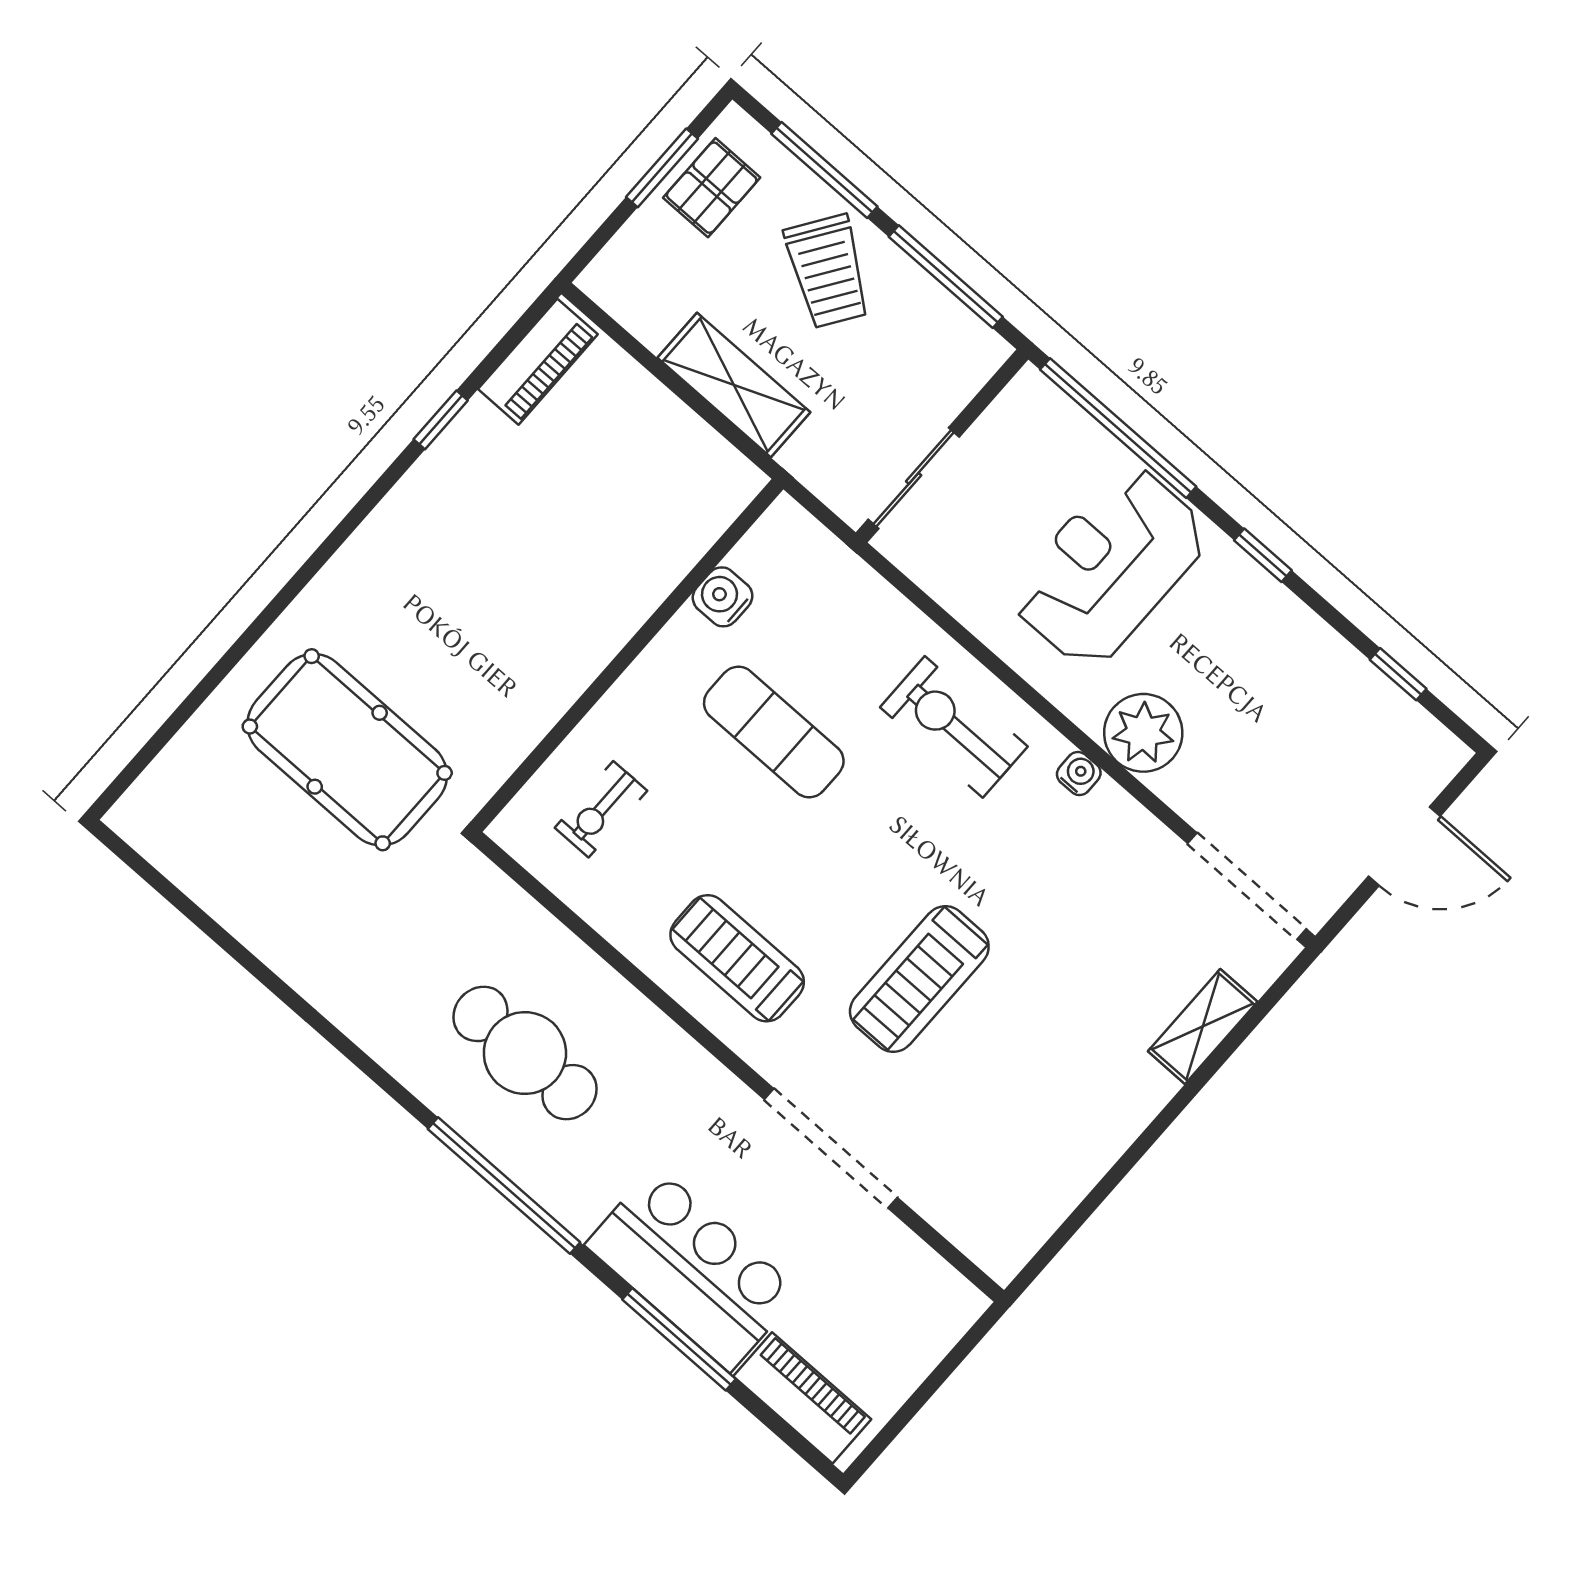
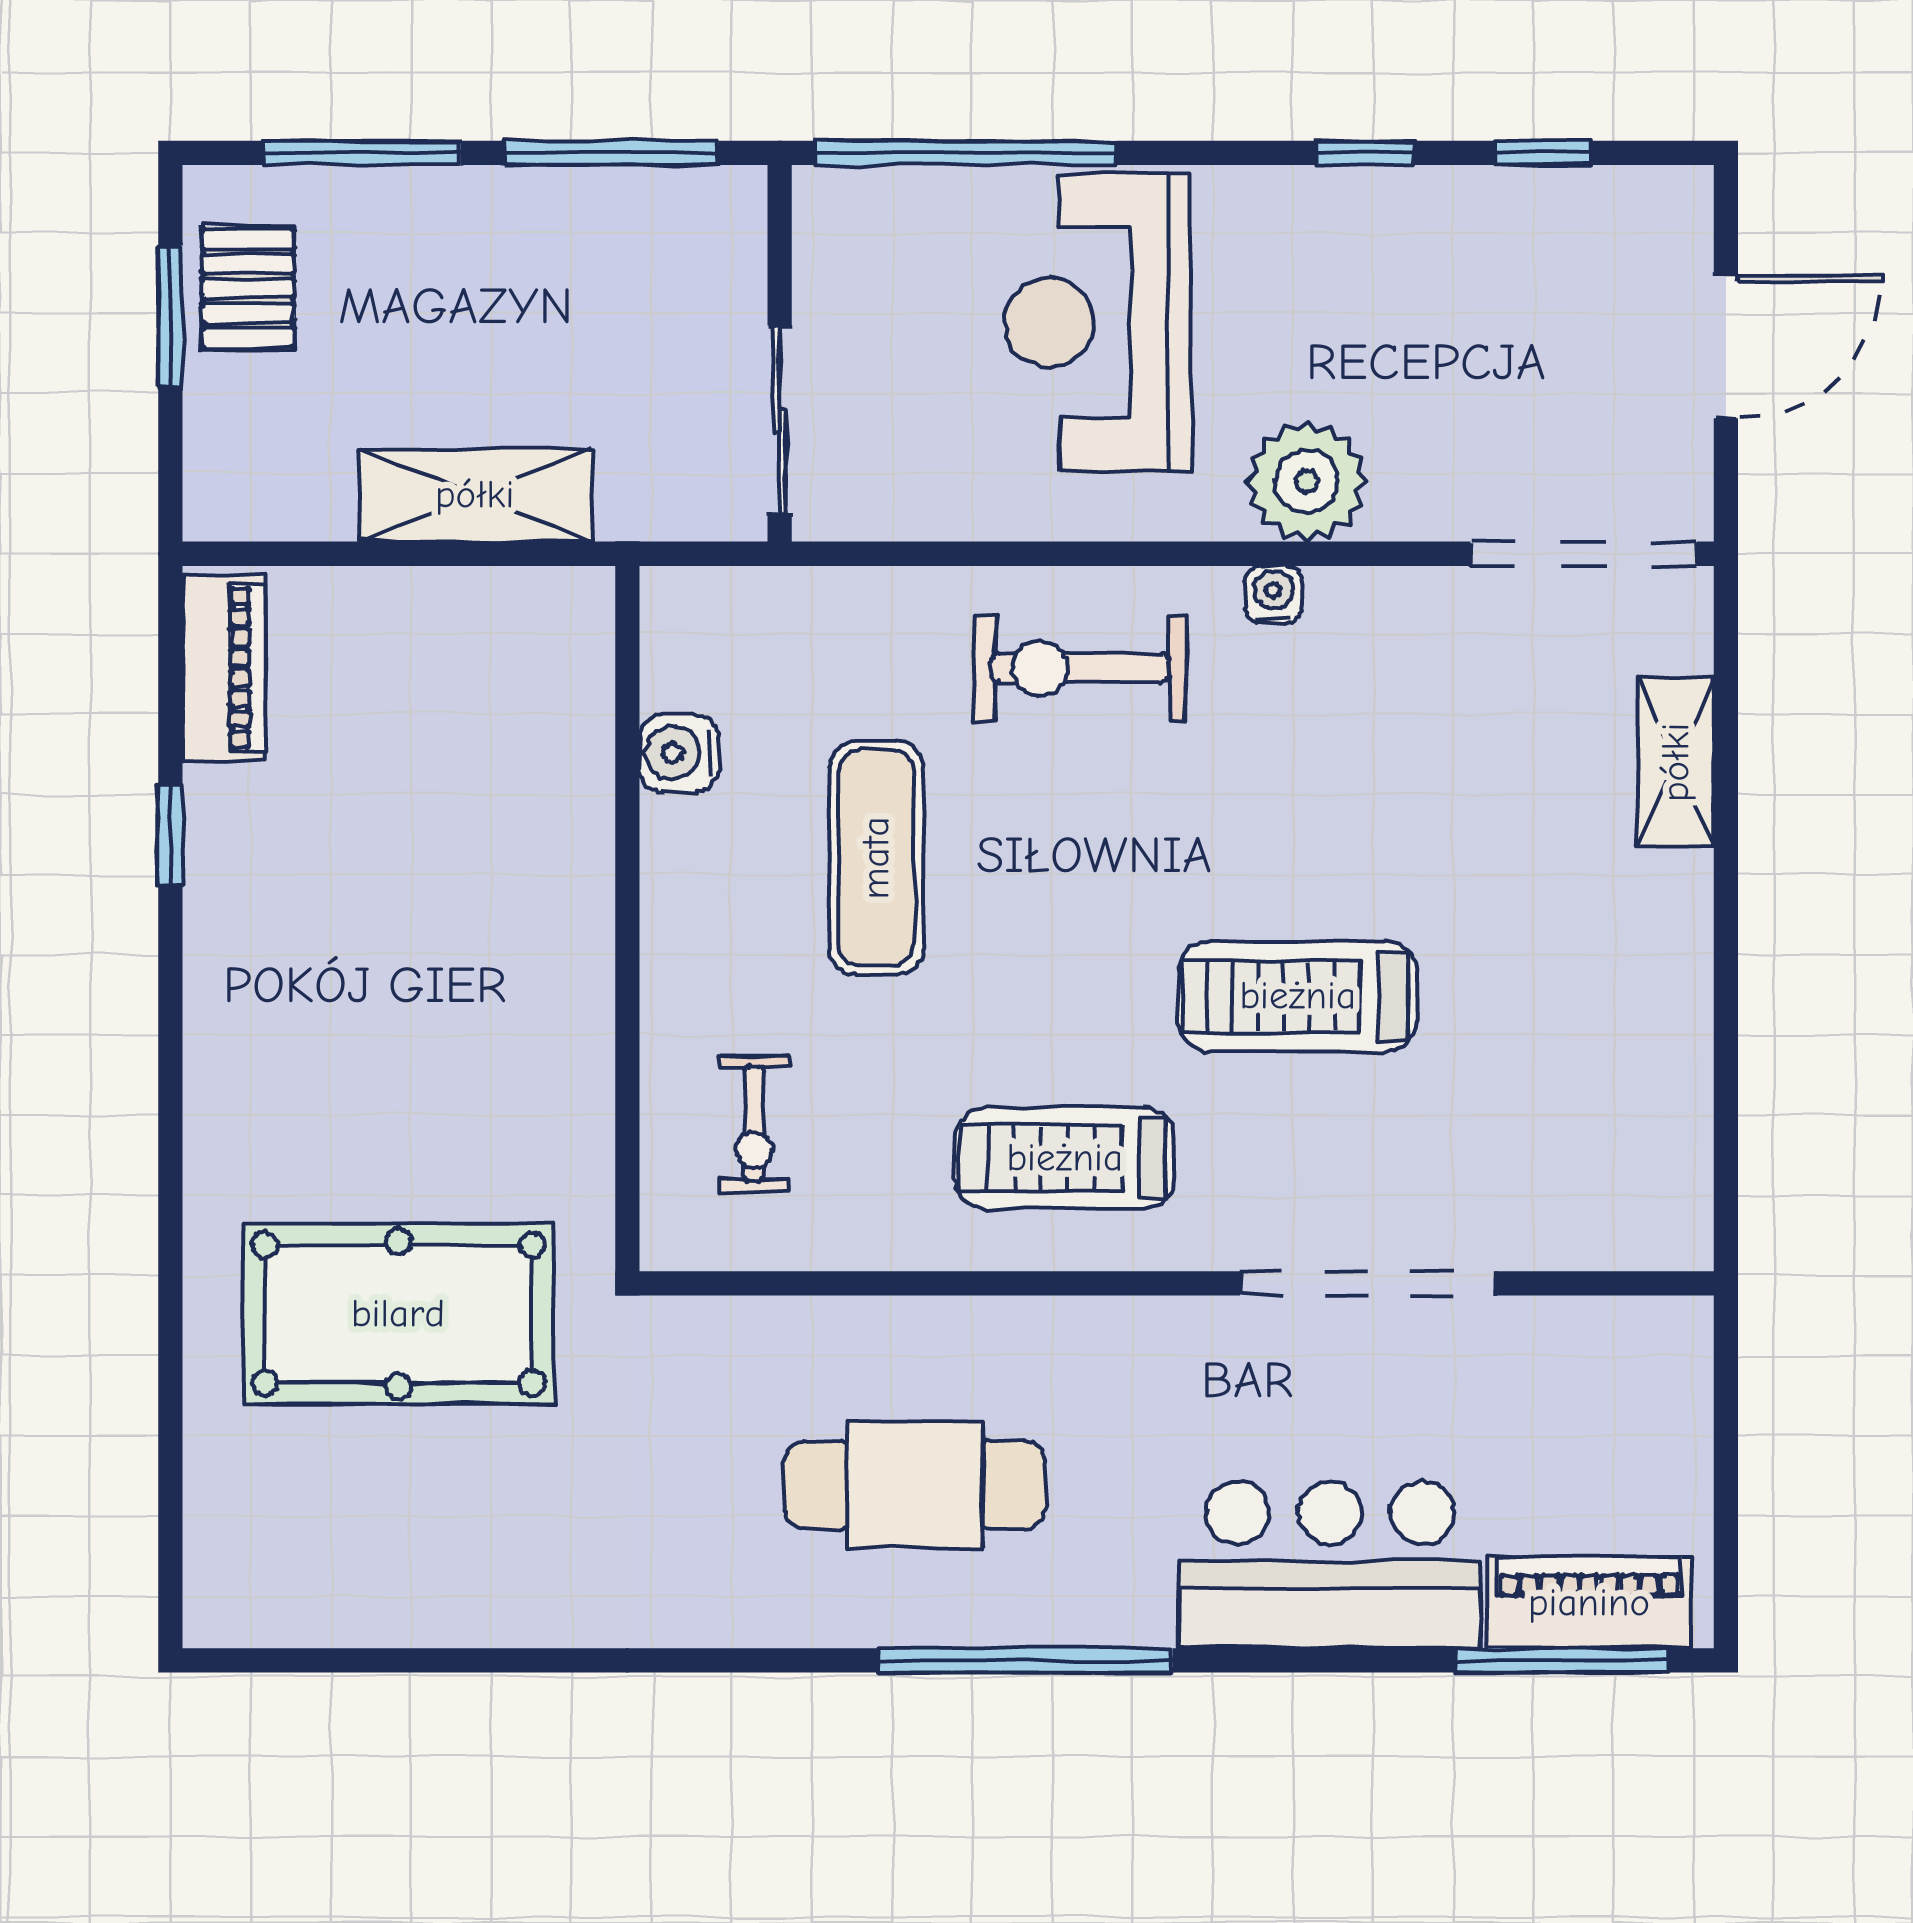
trolley: (828, 271) -> (468, 267), removed
window: (1263, 555) -> (1365, 153), moved
exercise mat: (774, 732) -> (876, 858), turned 90
treadmill: (919, 979) -> (1298, 996), turned 90
window: (679, 1339) -> (1562, 1660), moved

